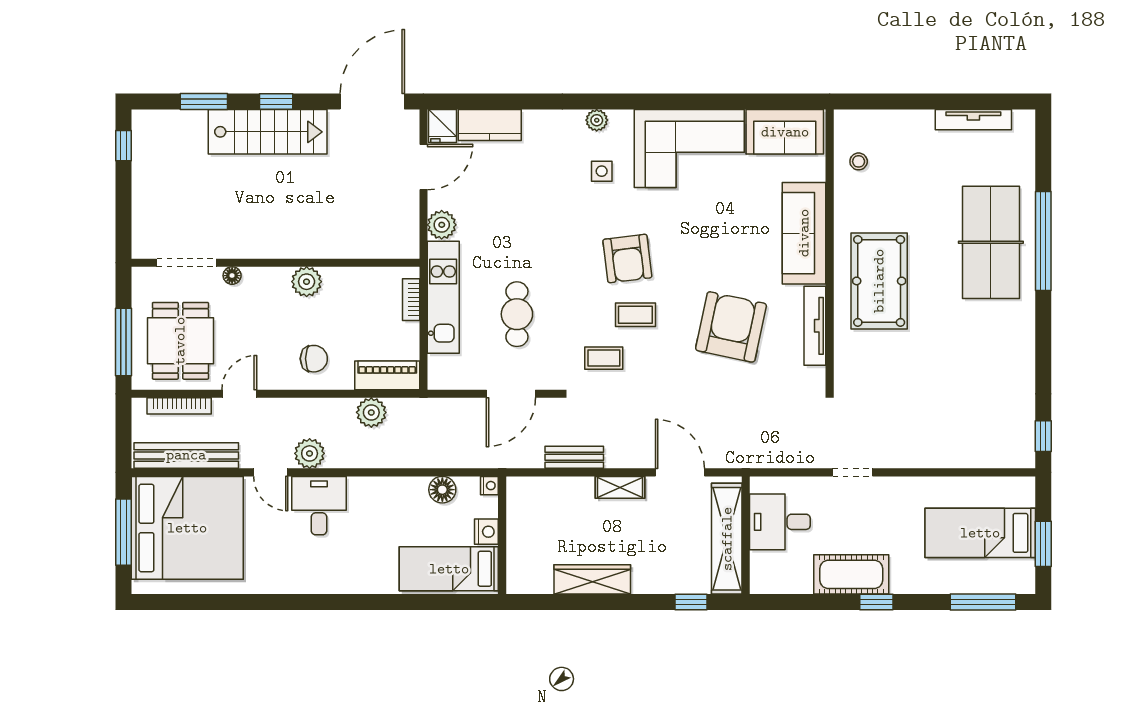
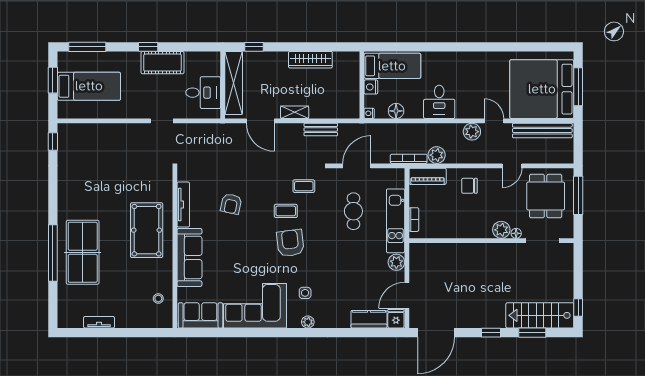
tv unit: (973, 120) -> (99, 322), width x0.71
stairs: (268, 132) -> (540, 315), moved
plant: (307, 282) -> (501, 230), moved
armchair: (731, 327) -> (231, 204), width x0.53, depth x0.53
bookcase: (179, 406) -> (409, 159), moved
desk: (319, 506) -> (439, 102), moved

